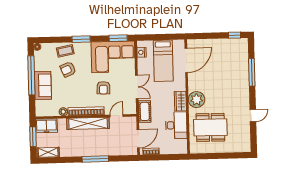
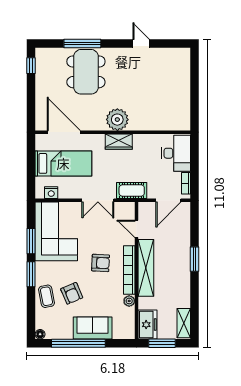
window: (118, 38) -> (31, 241), moved
double door: (137, 87) -> (98, 200), swing flipped
armchair: (103, 88) -> (101, 263), moved
desk: (176, 125) -> (176, 153), moved, turned 90
dining table: (210, 127) -> (86, 72), moved
door: (138, 139) -> (168, 200), swing flipped
window: (95, 159) -> (195, 259), width x0.69

